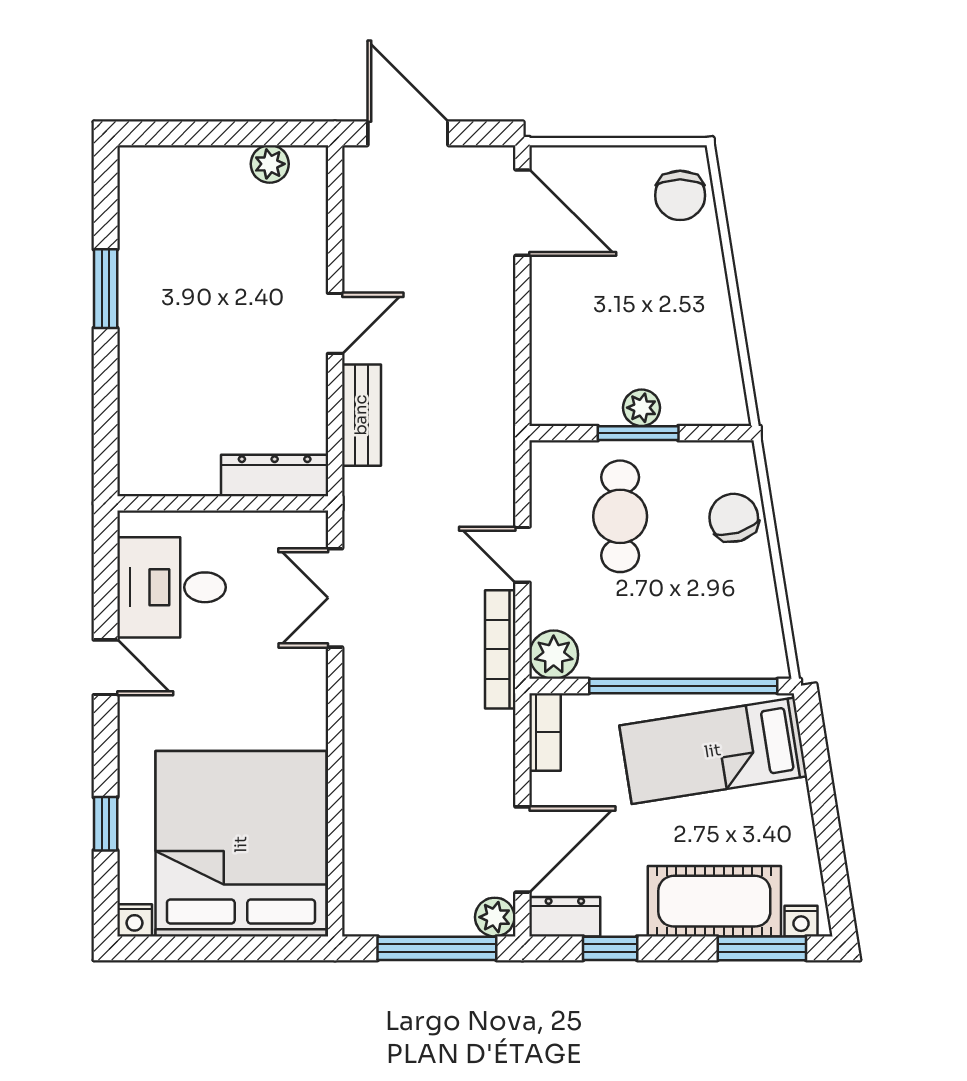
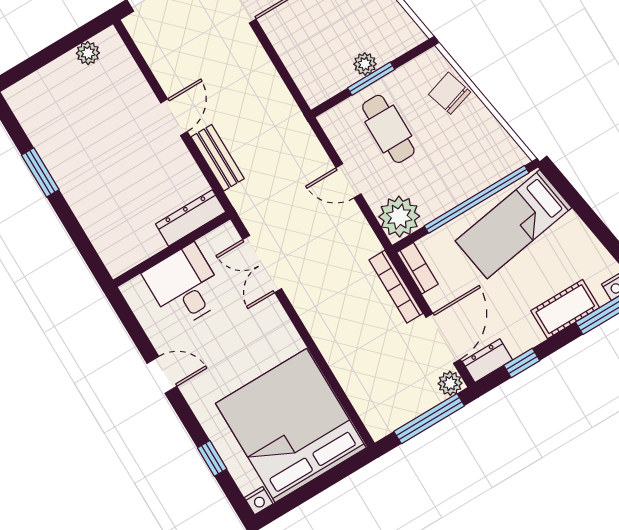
desk: (171, 587) -> (185, 286), moved, turned 90
bookcase: (500, 649) -> (396, 287), moved
plant: (554, 655) -> (399, 217), width x1.36, depth x1.36
cot: (714, 901) -> (565, 309), width x0.73, depth x0.75

